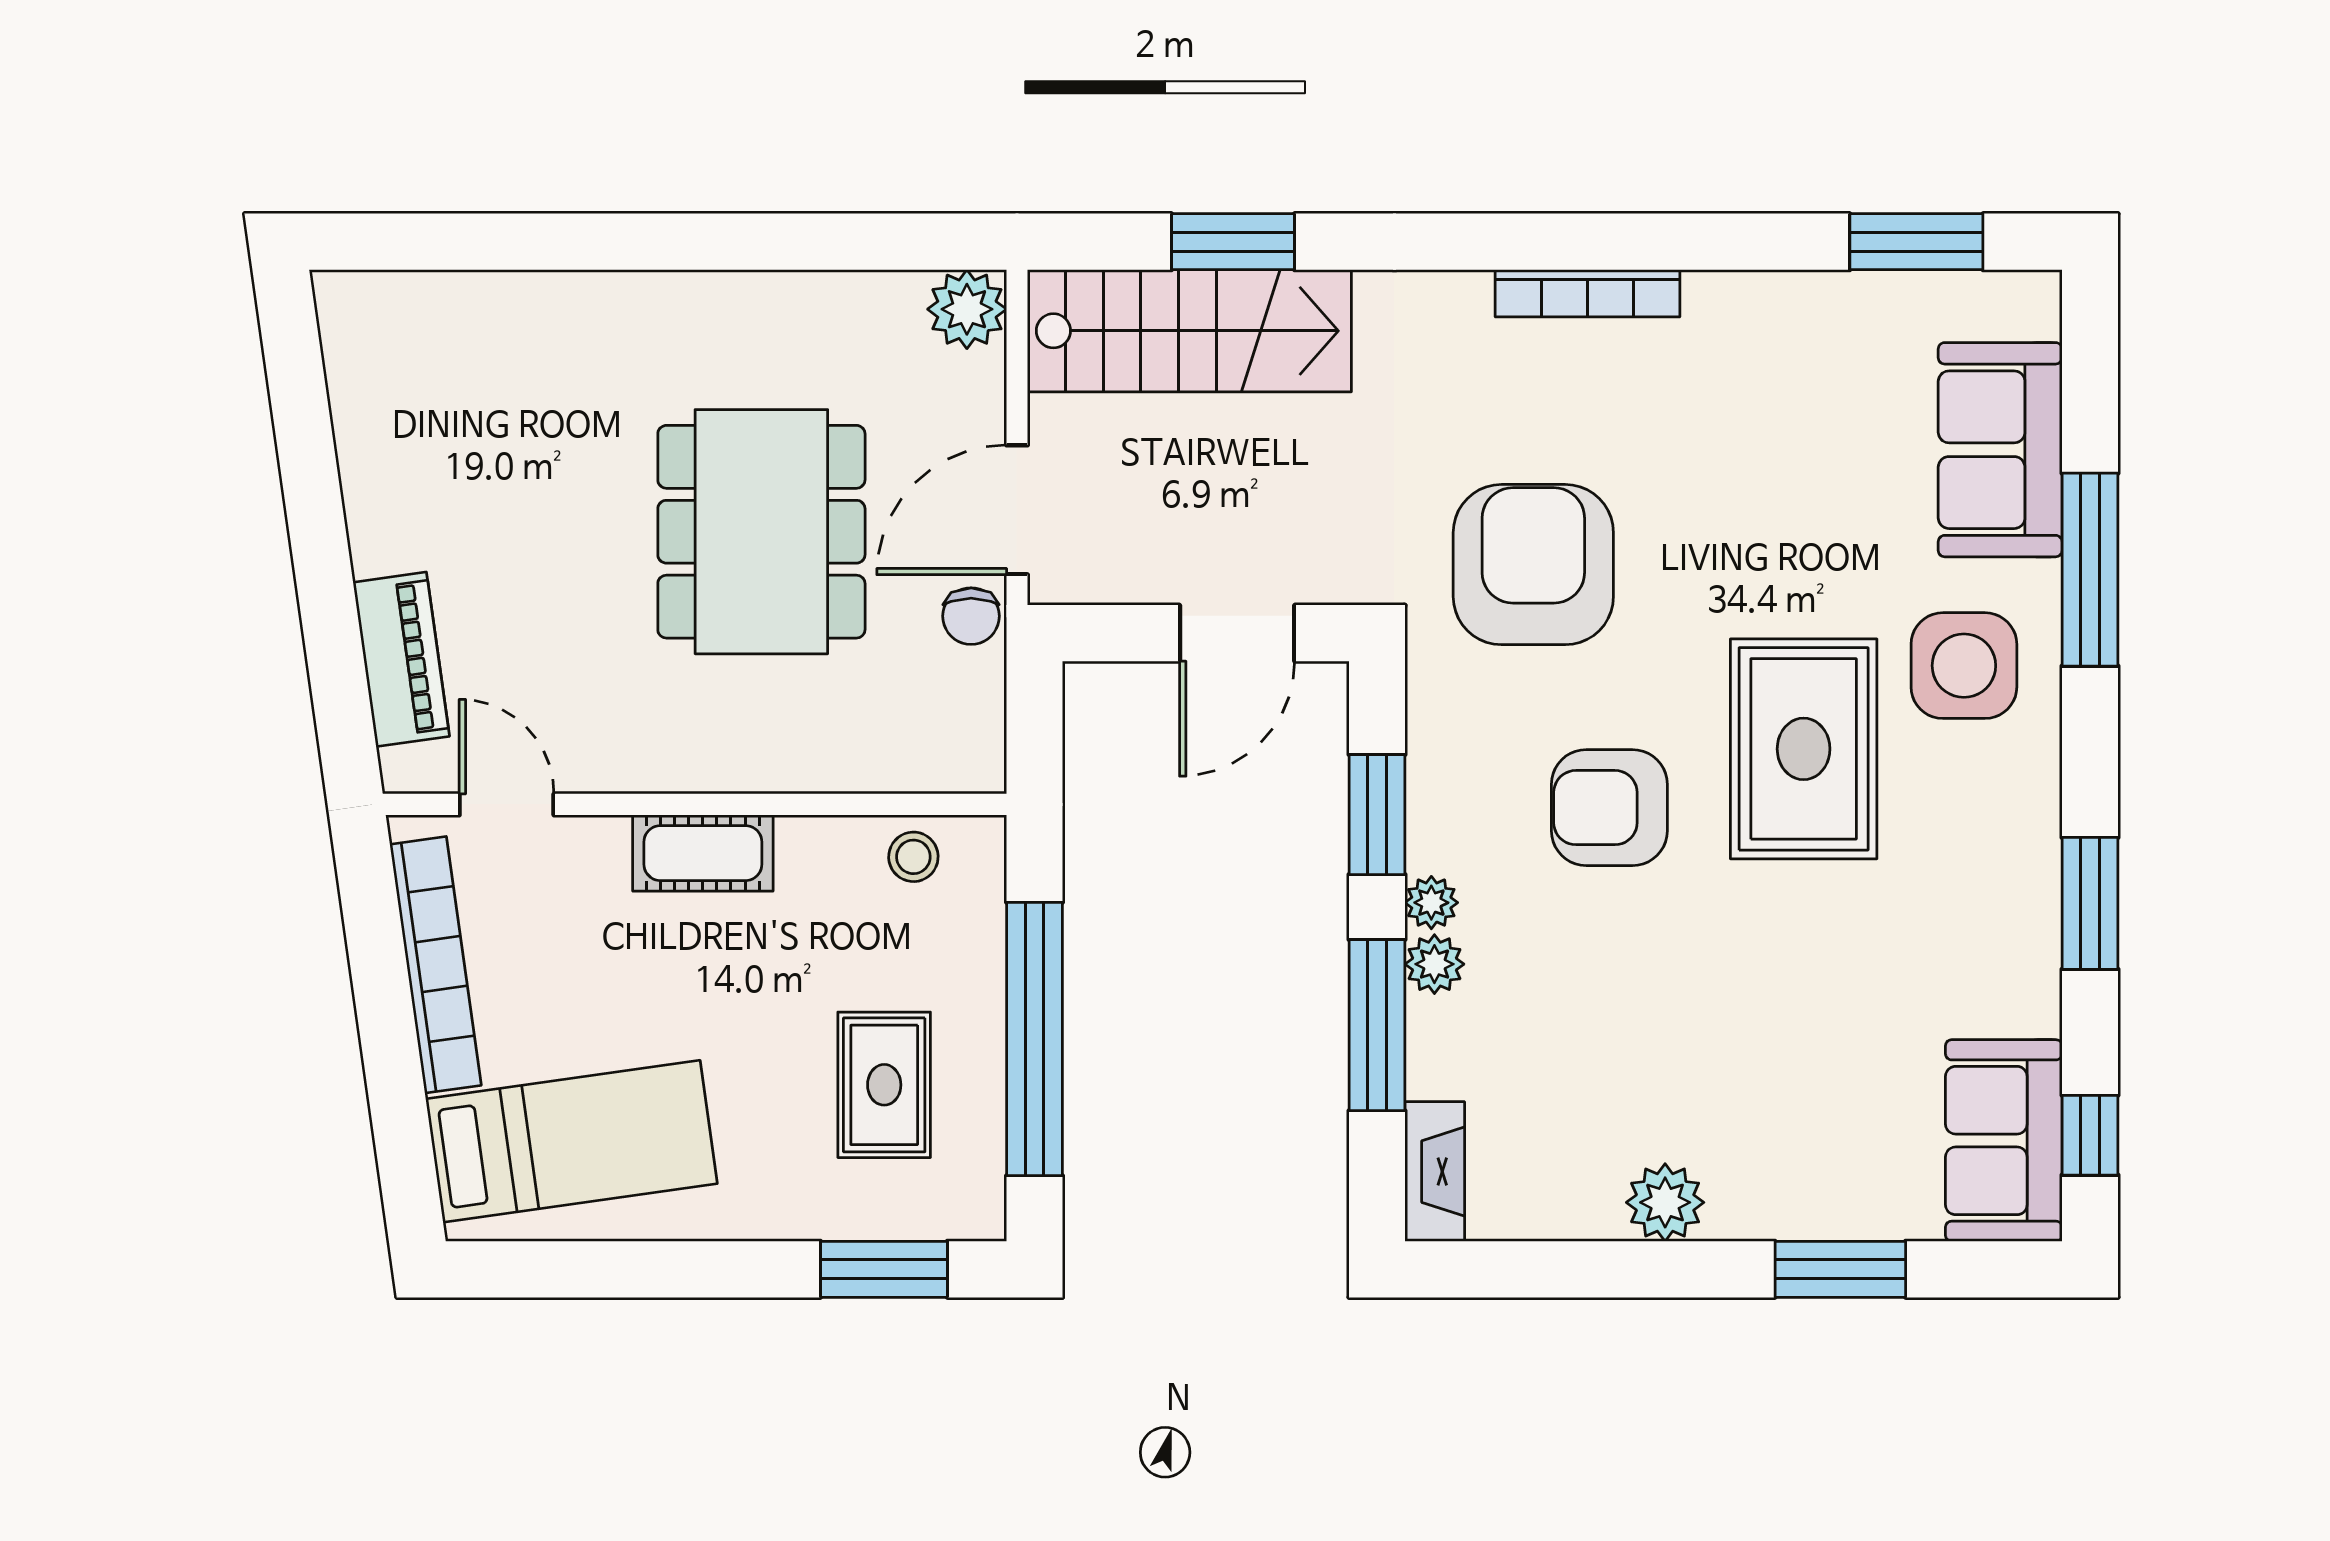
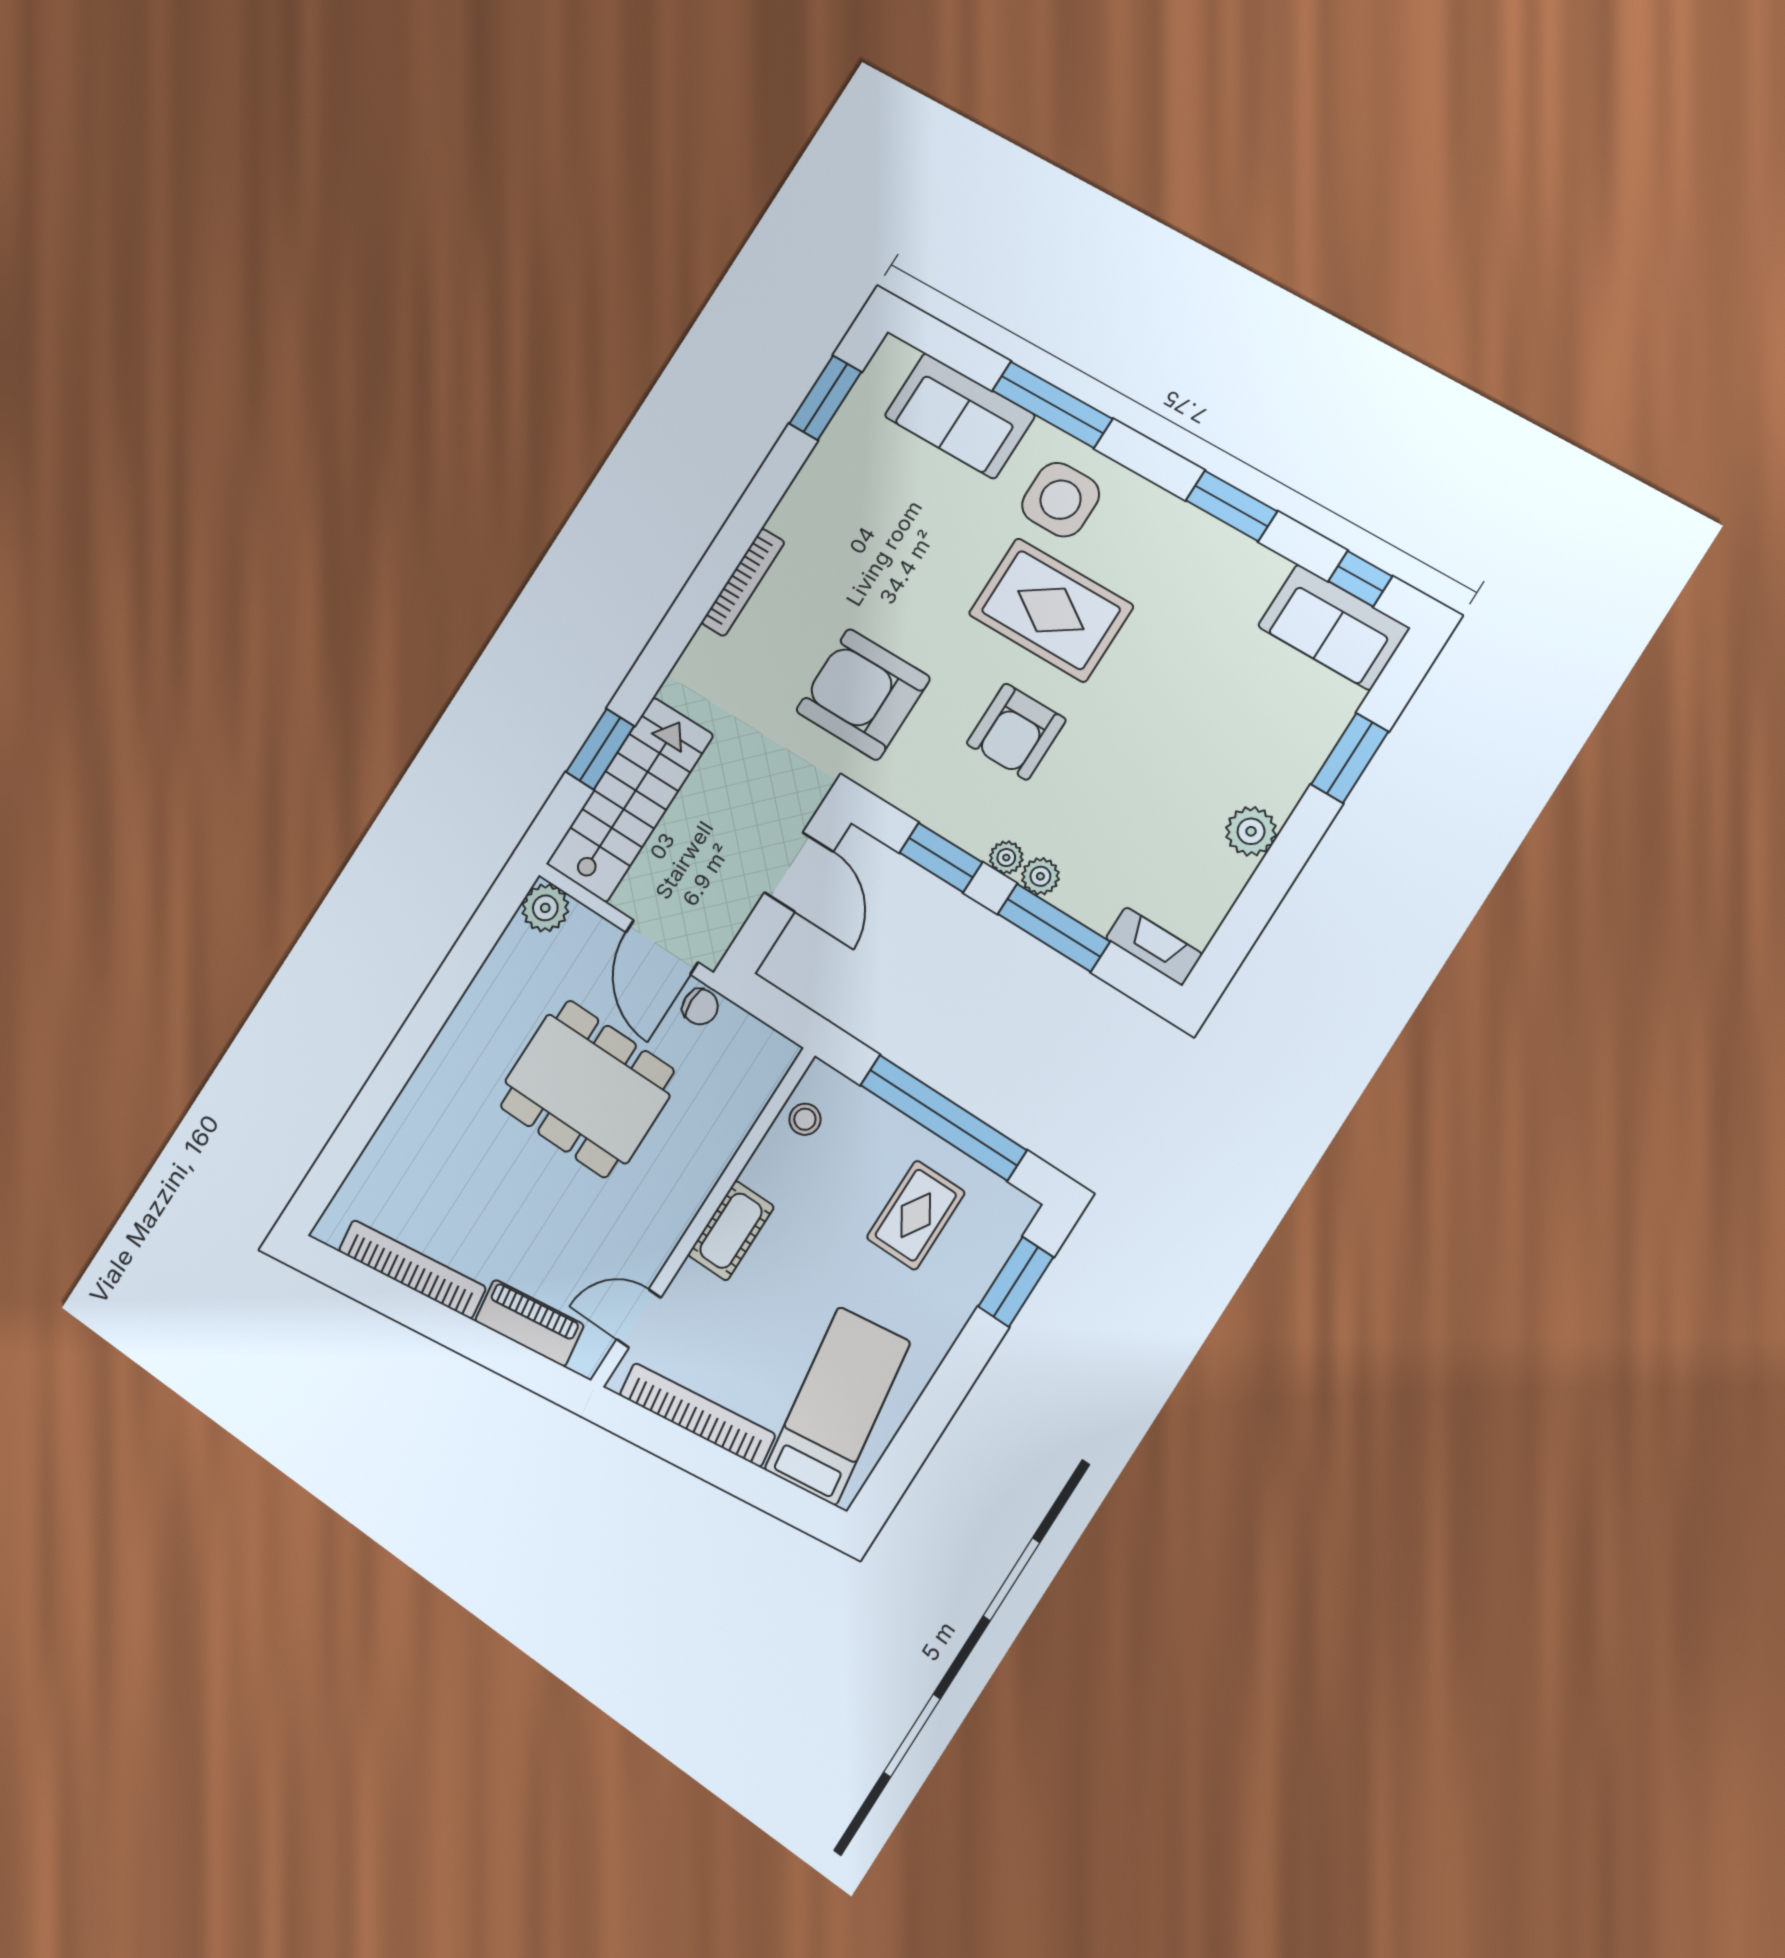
bookcase: (363, 448) -> (412, 1269), added
rug: (884, 1085) -> (916, 1215), turned 90

